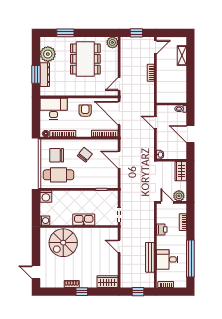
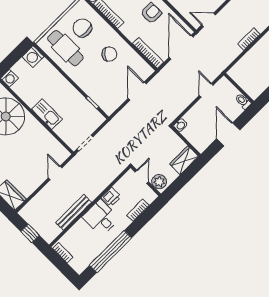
desk: (167, 259) -> (101, 218), moved

